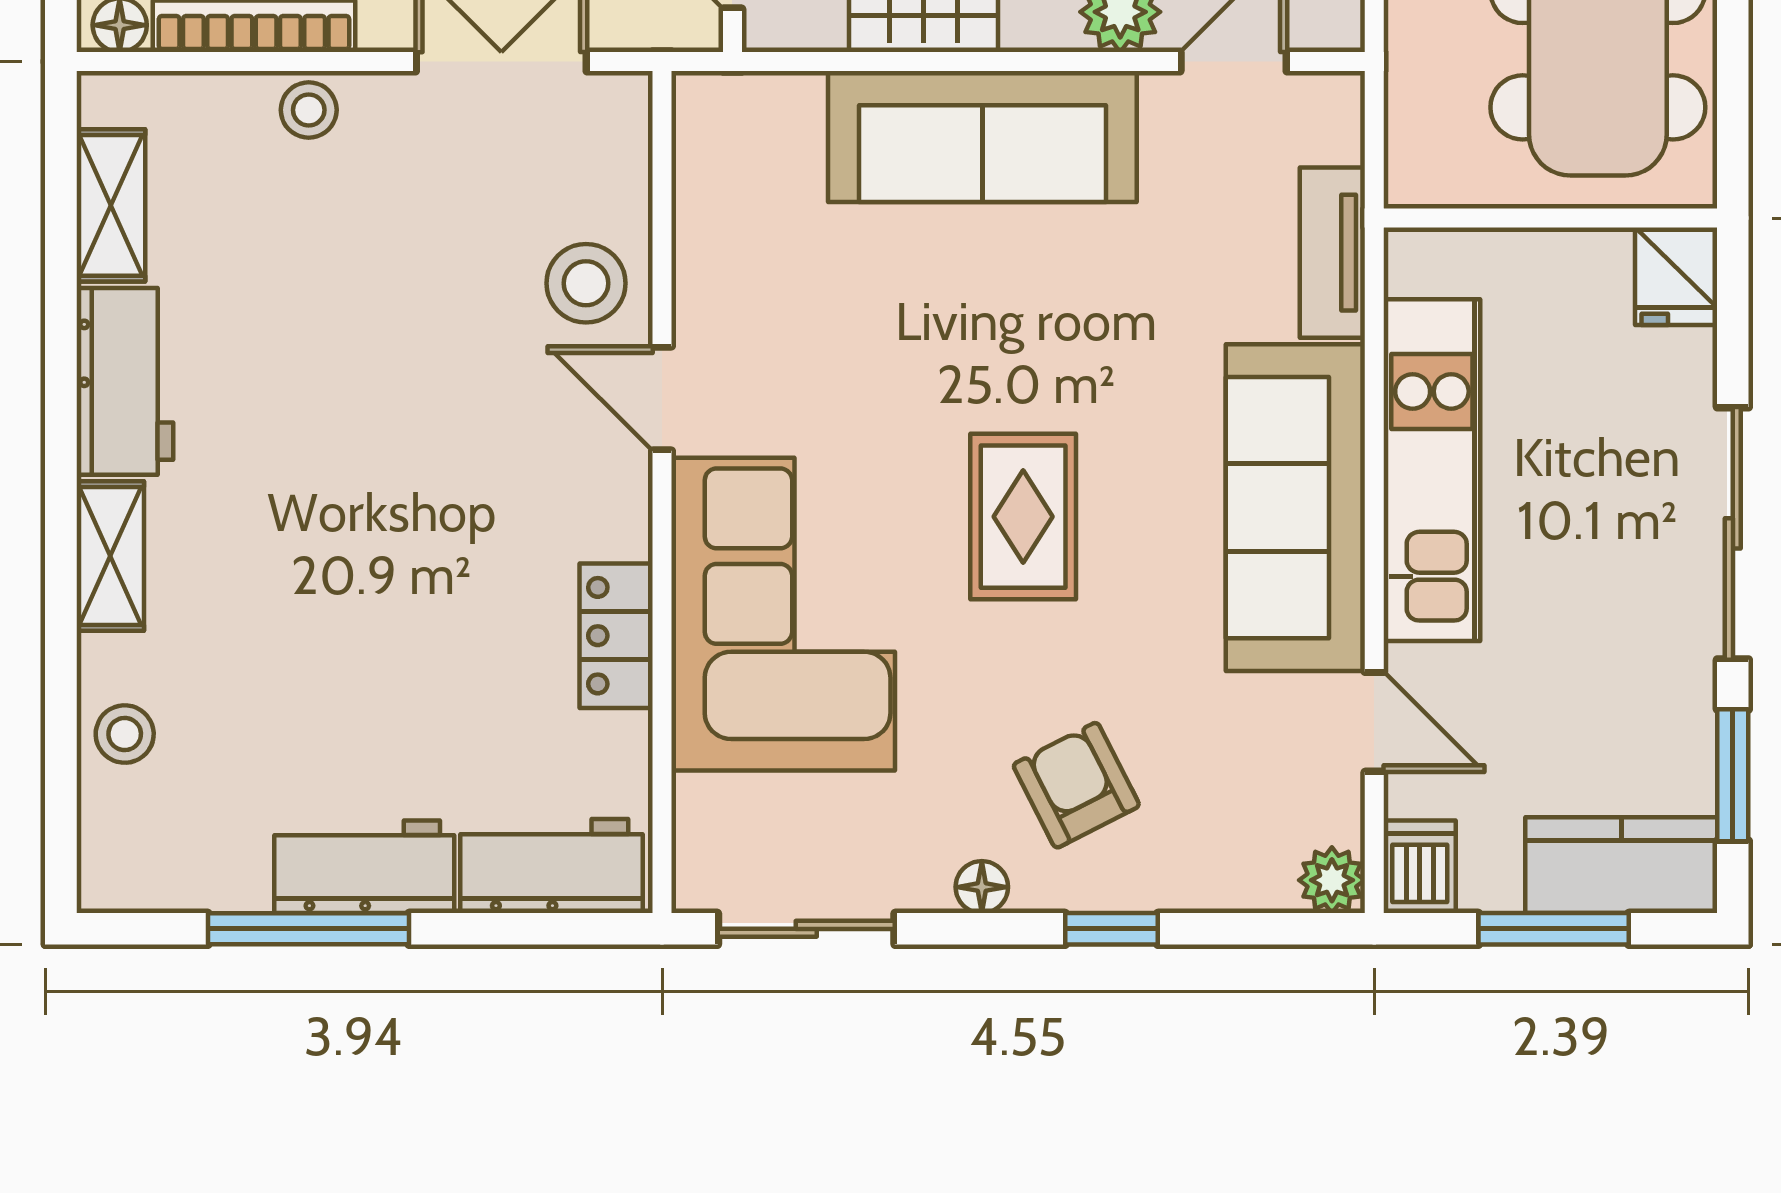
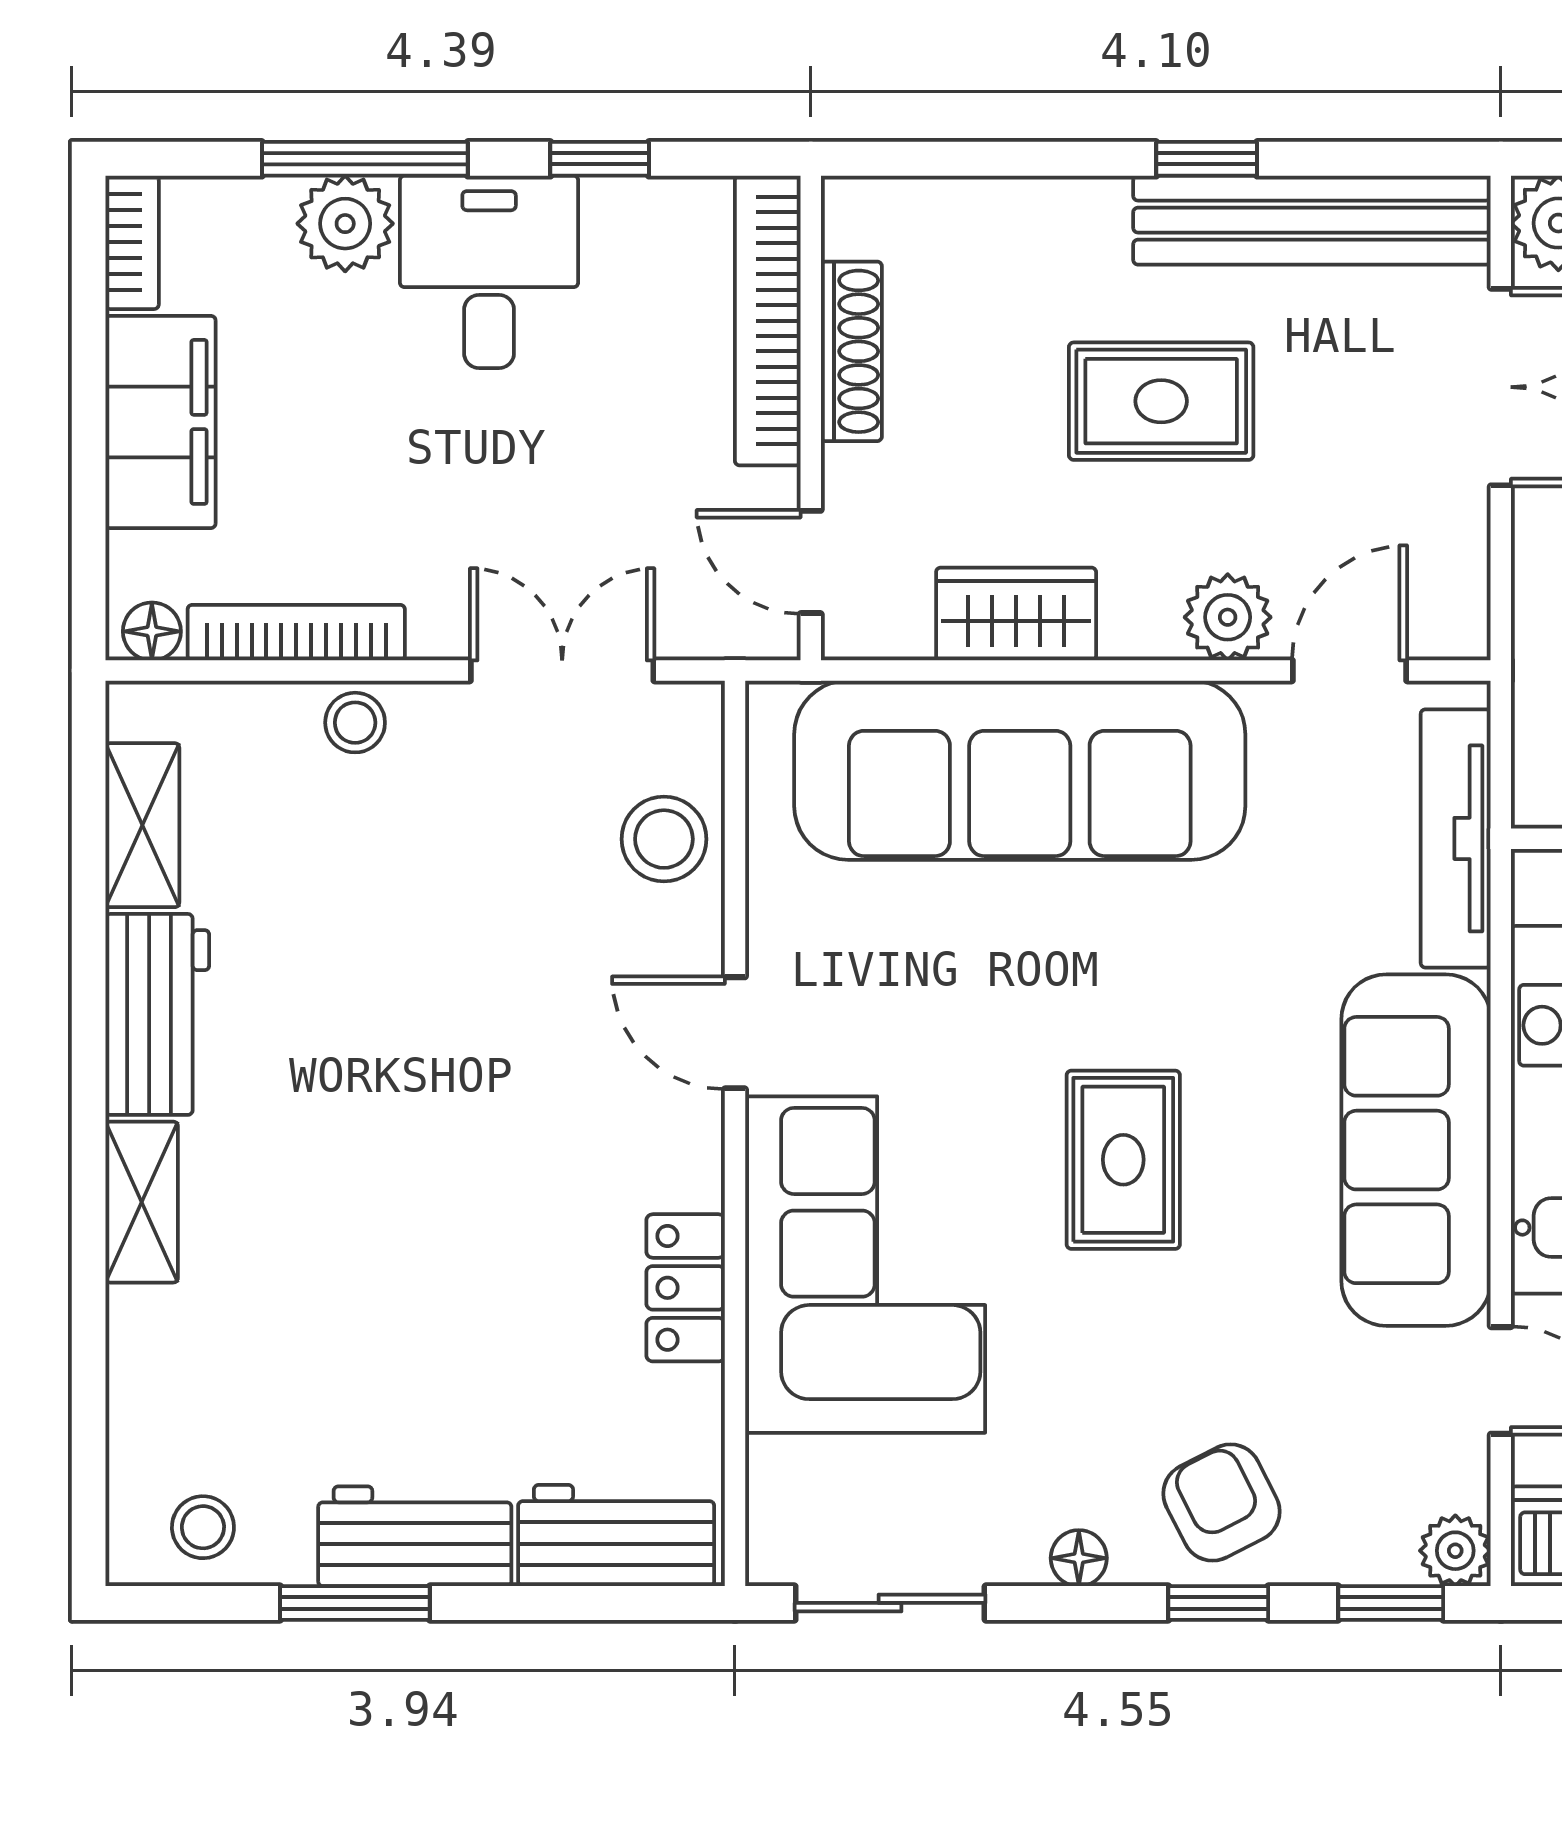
sofa: (982, 136) -> (1020, 770), width x1.36, depth x1.27
tv unit: (1332, 253) -> (1456, 838), width x1.41
stool: (586, 283) -> (664, 839), moved
stool: (125, 734) -> (203, 1527), moved
armchair: (1076, 785) -> (1222, 1503), moved
window: (309, 929) -> (355, 1603), width x0.69
window: (1272, 929) -> (1391, 1603), added

